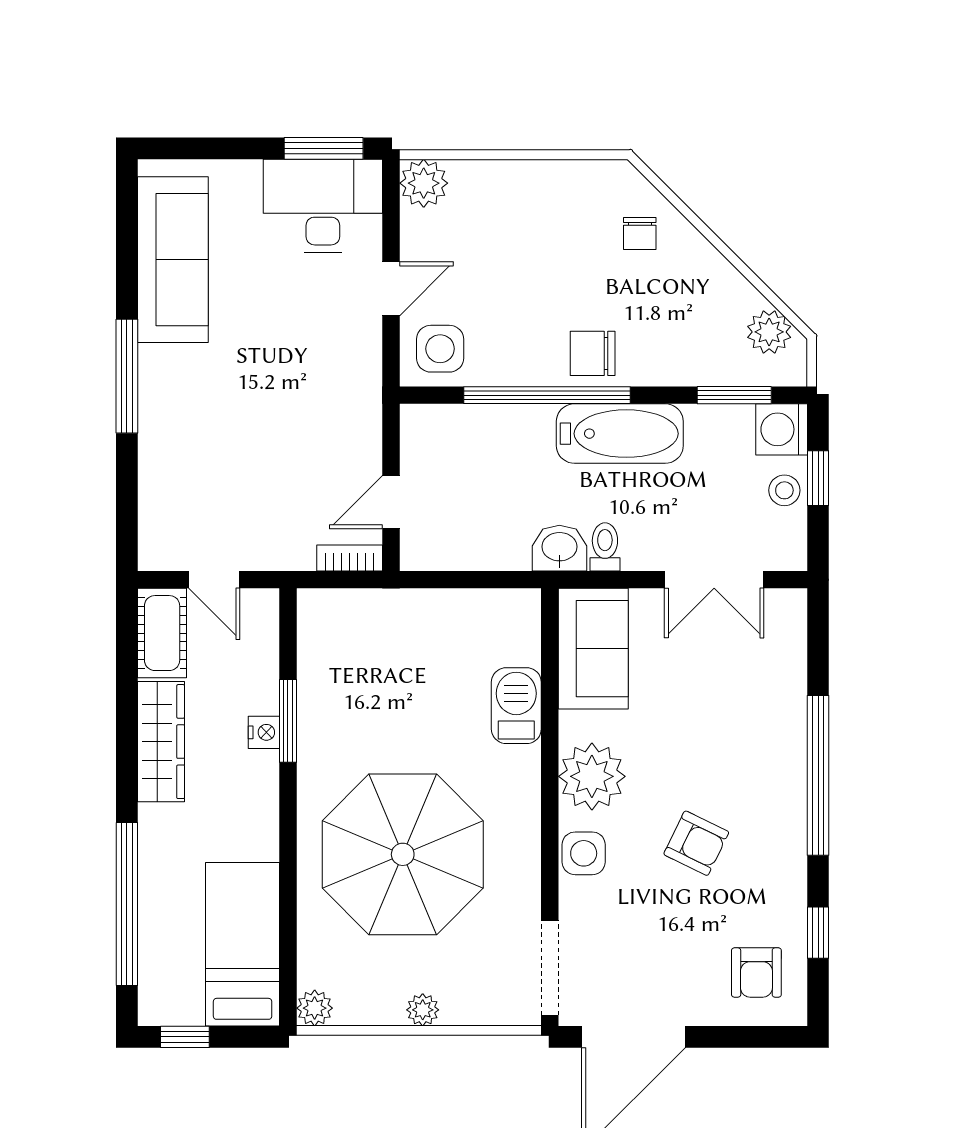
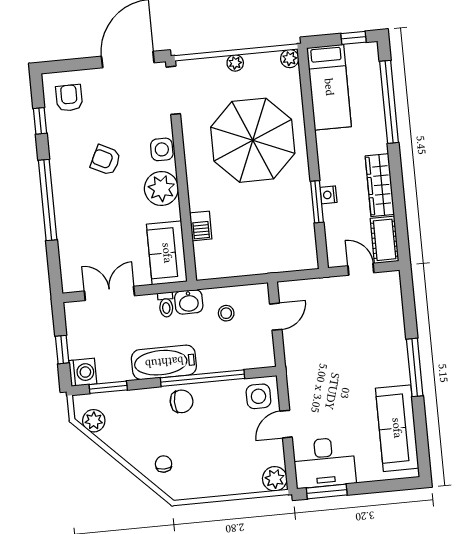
stool: (784, 490) -> (226, 313), moved
bookcase: (350, 558) -> (294, 287), removed
barbecue: (516, 706) -> (201, 226), width x0.73, depth x0.79

